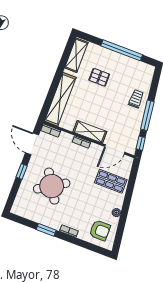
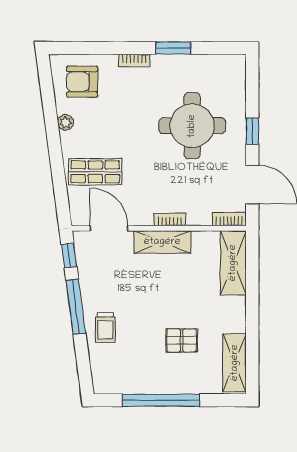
shelving: (60, 99) -> (233, 263), width x0.68
door: (115, 149) -> (109, 228), hinge flipped
round table: (52, 186) -> (192, 126), turned 32

